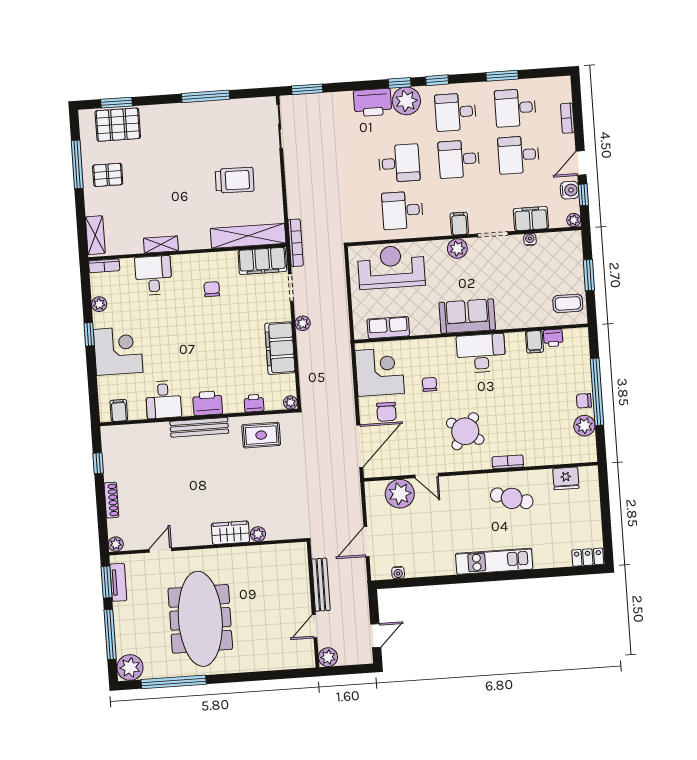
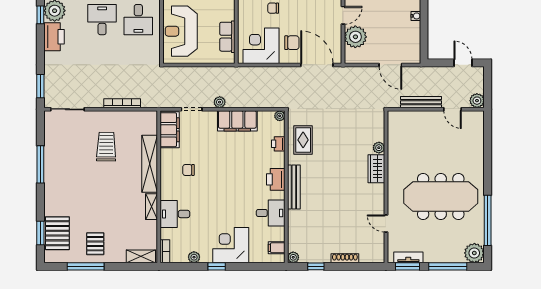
shelving: (248, 236) -> (150, 164), moved
bookcase: (296, 243) -> (122, 103), moved
plant: (116, 544) -> (293, 257), moved
water cooler: (398, 573) -> (416, 16), moved

